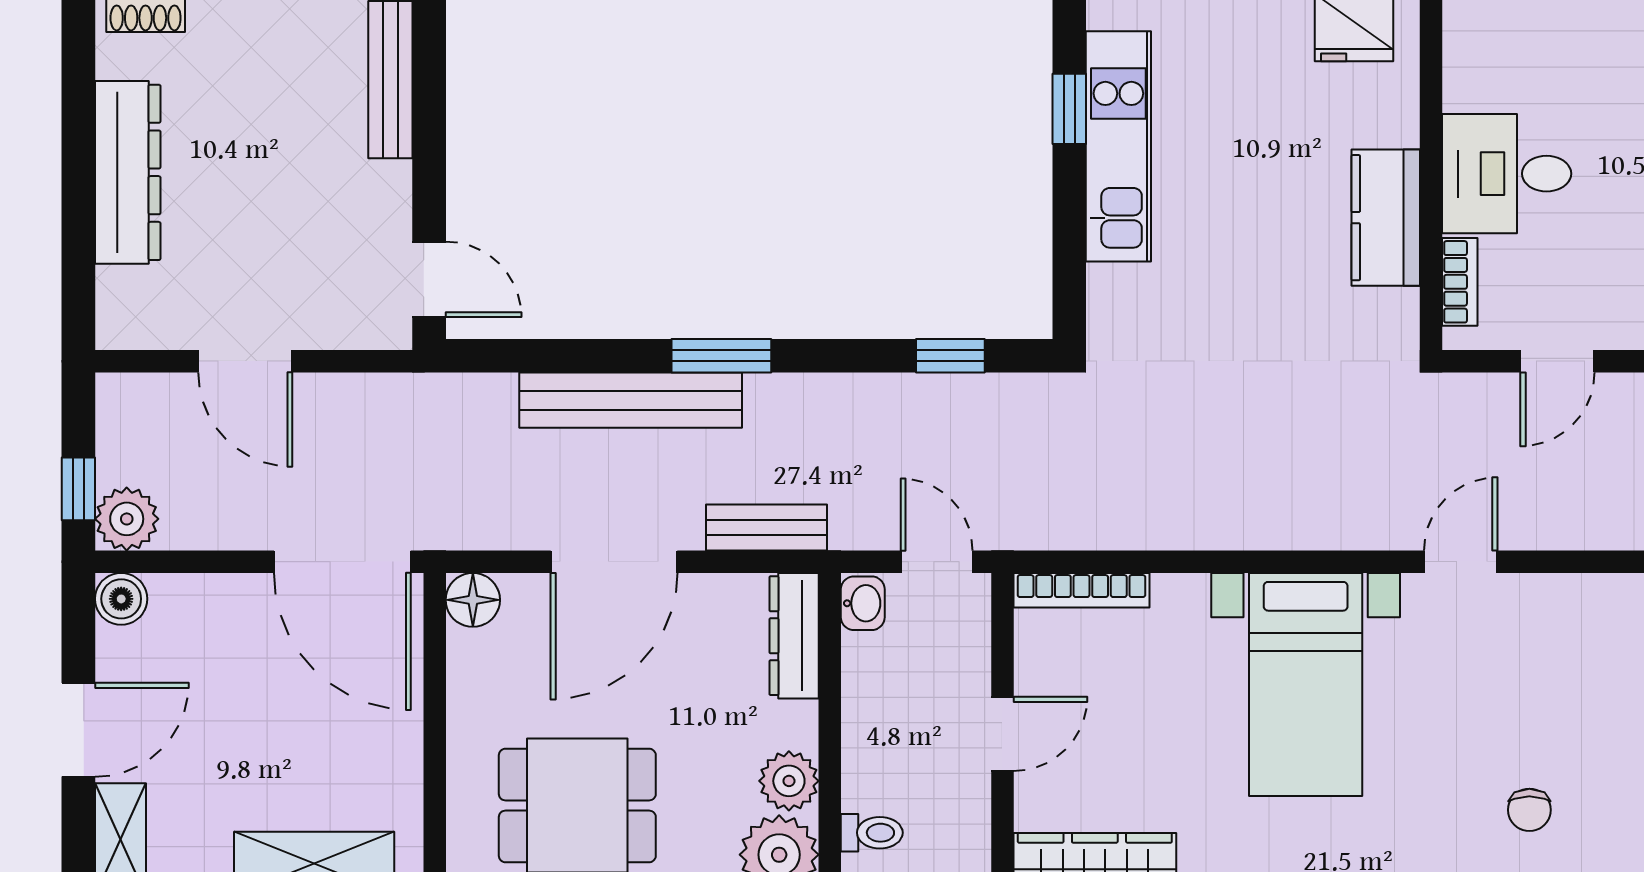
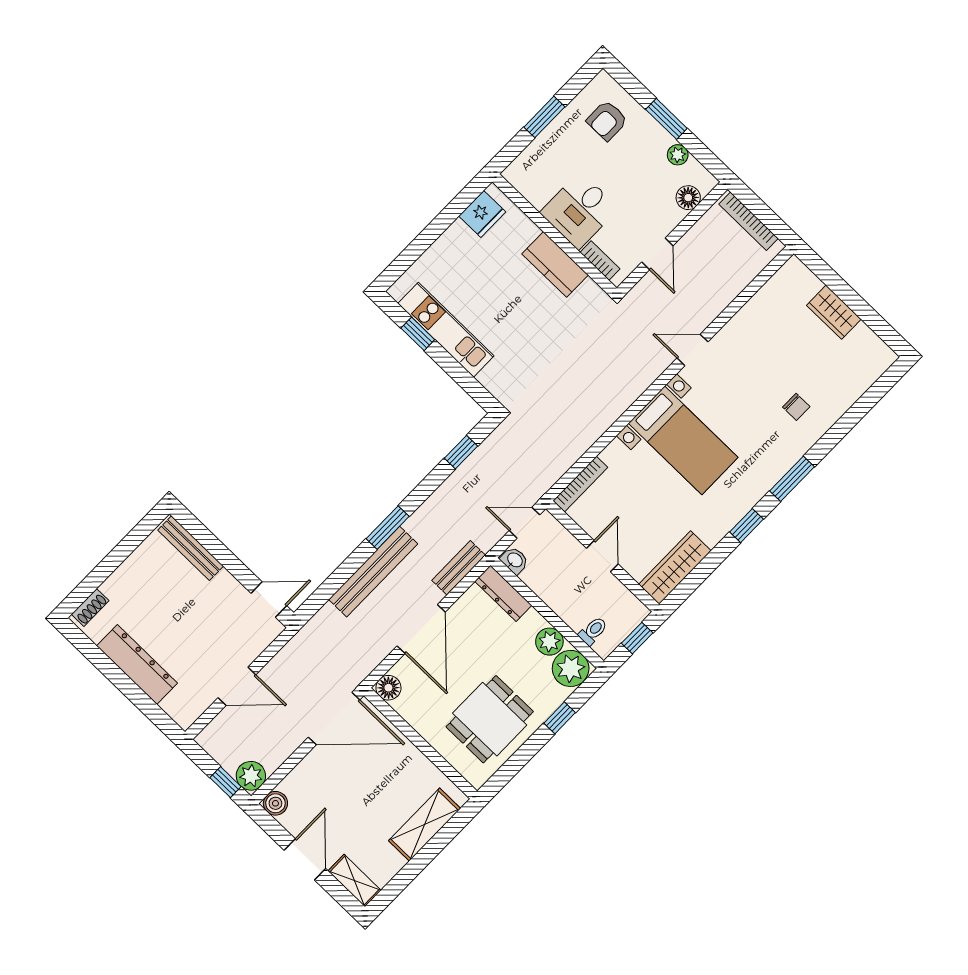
door: (1461, 562) -> (692, 350), hinge flipped

